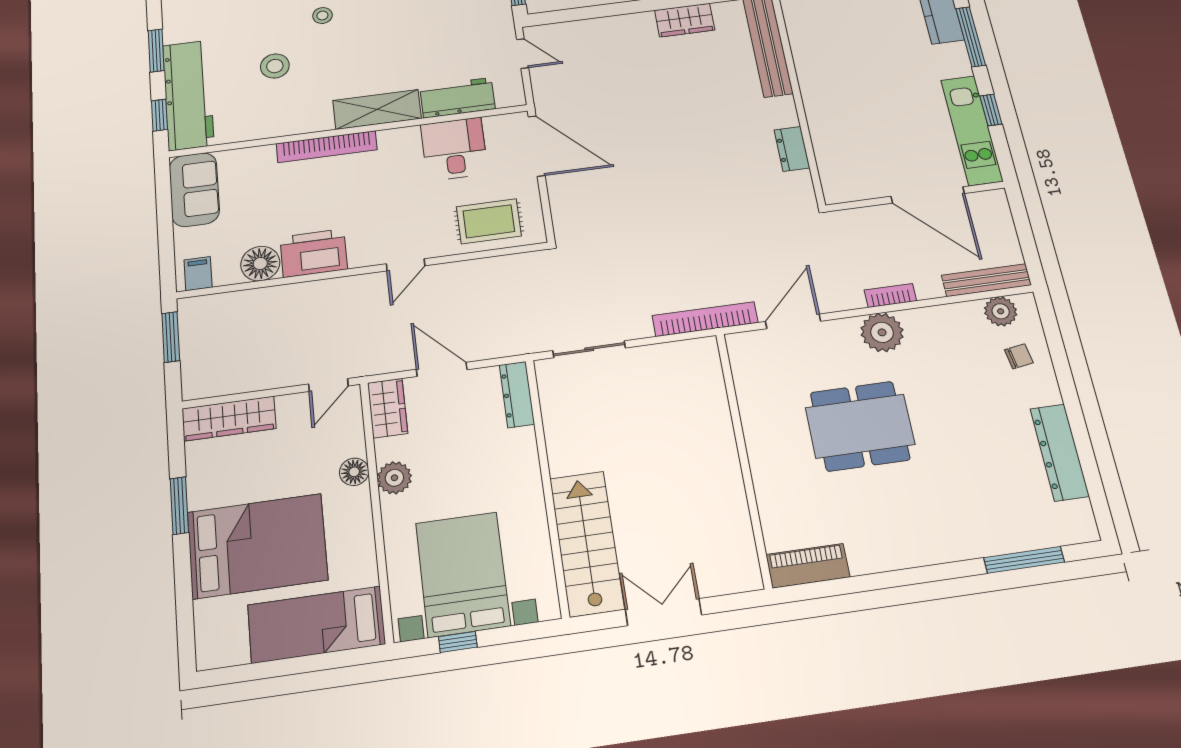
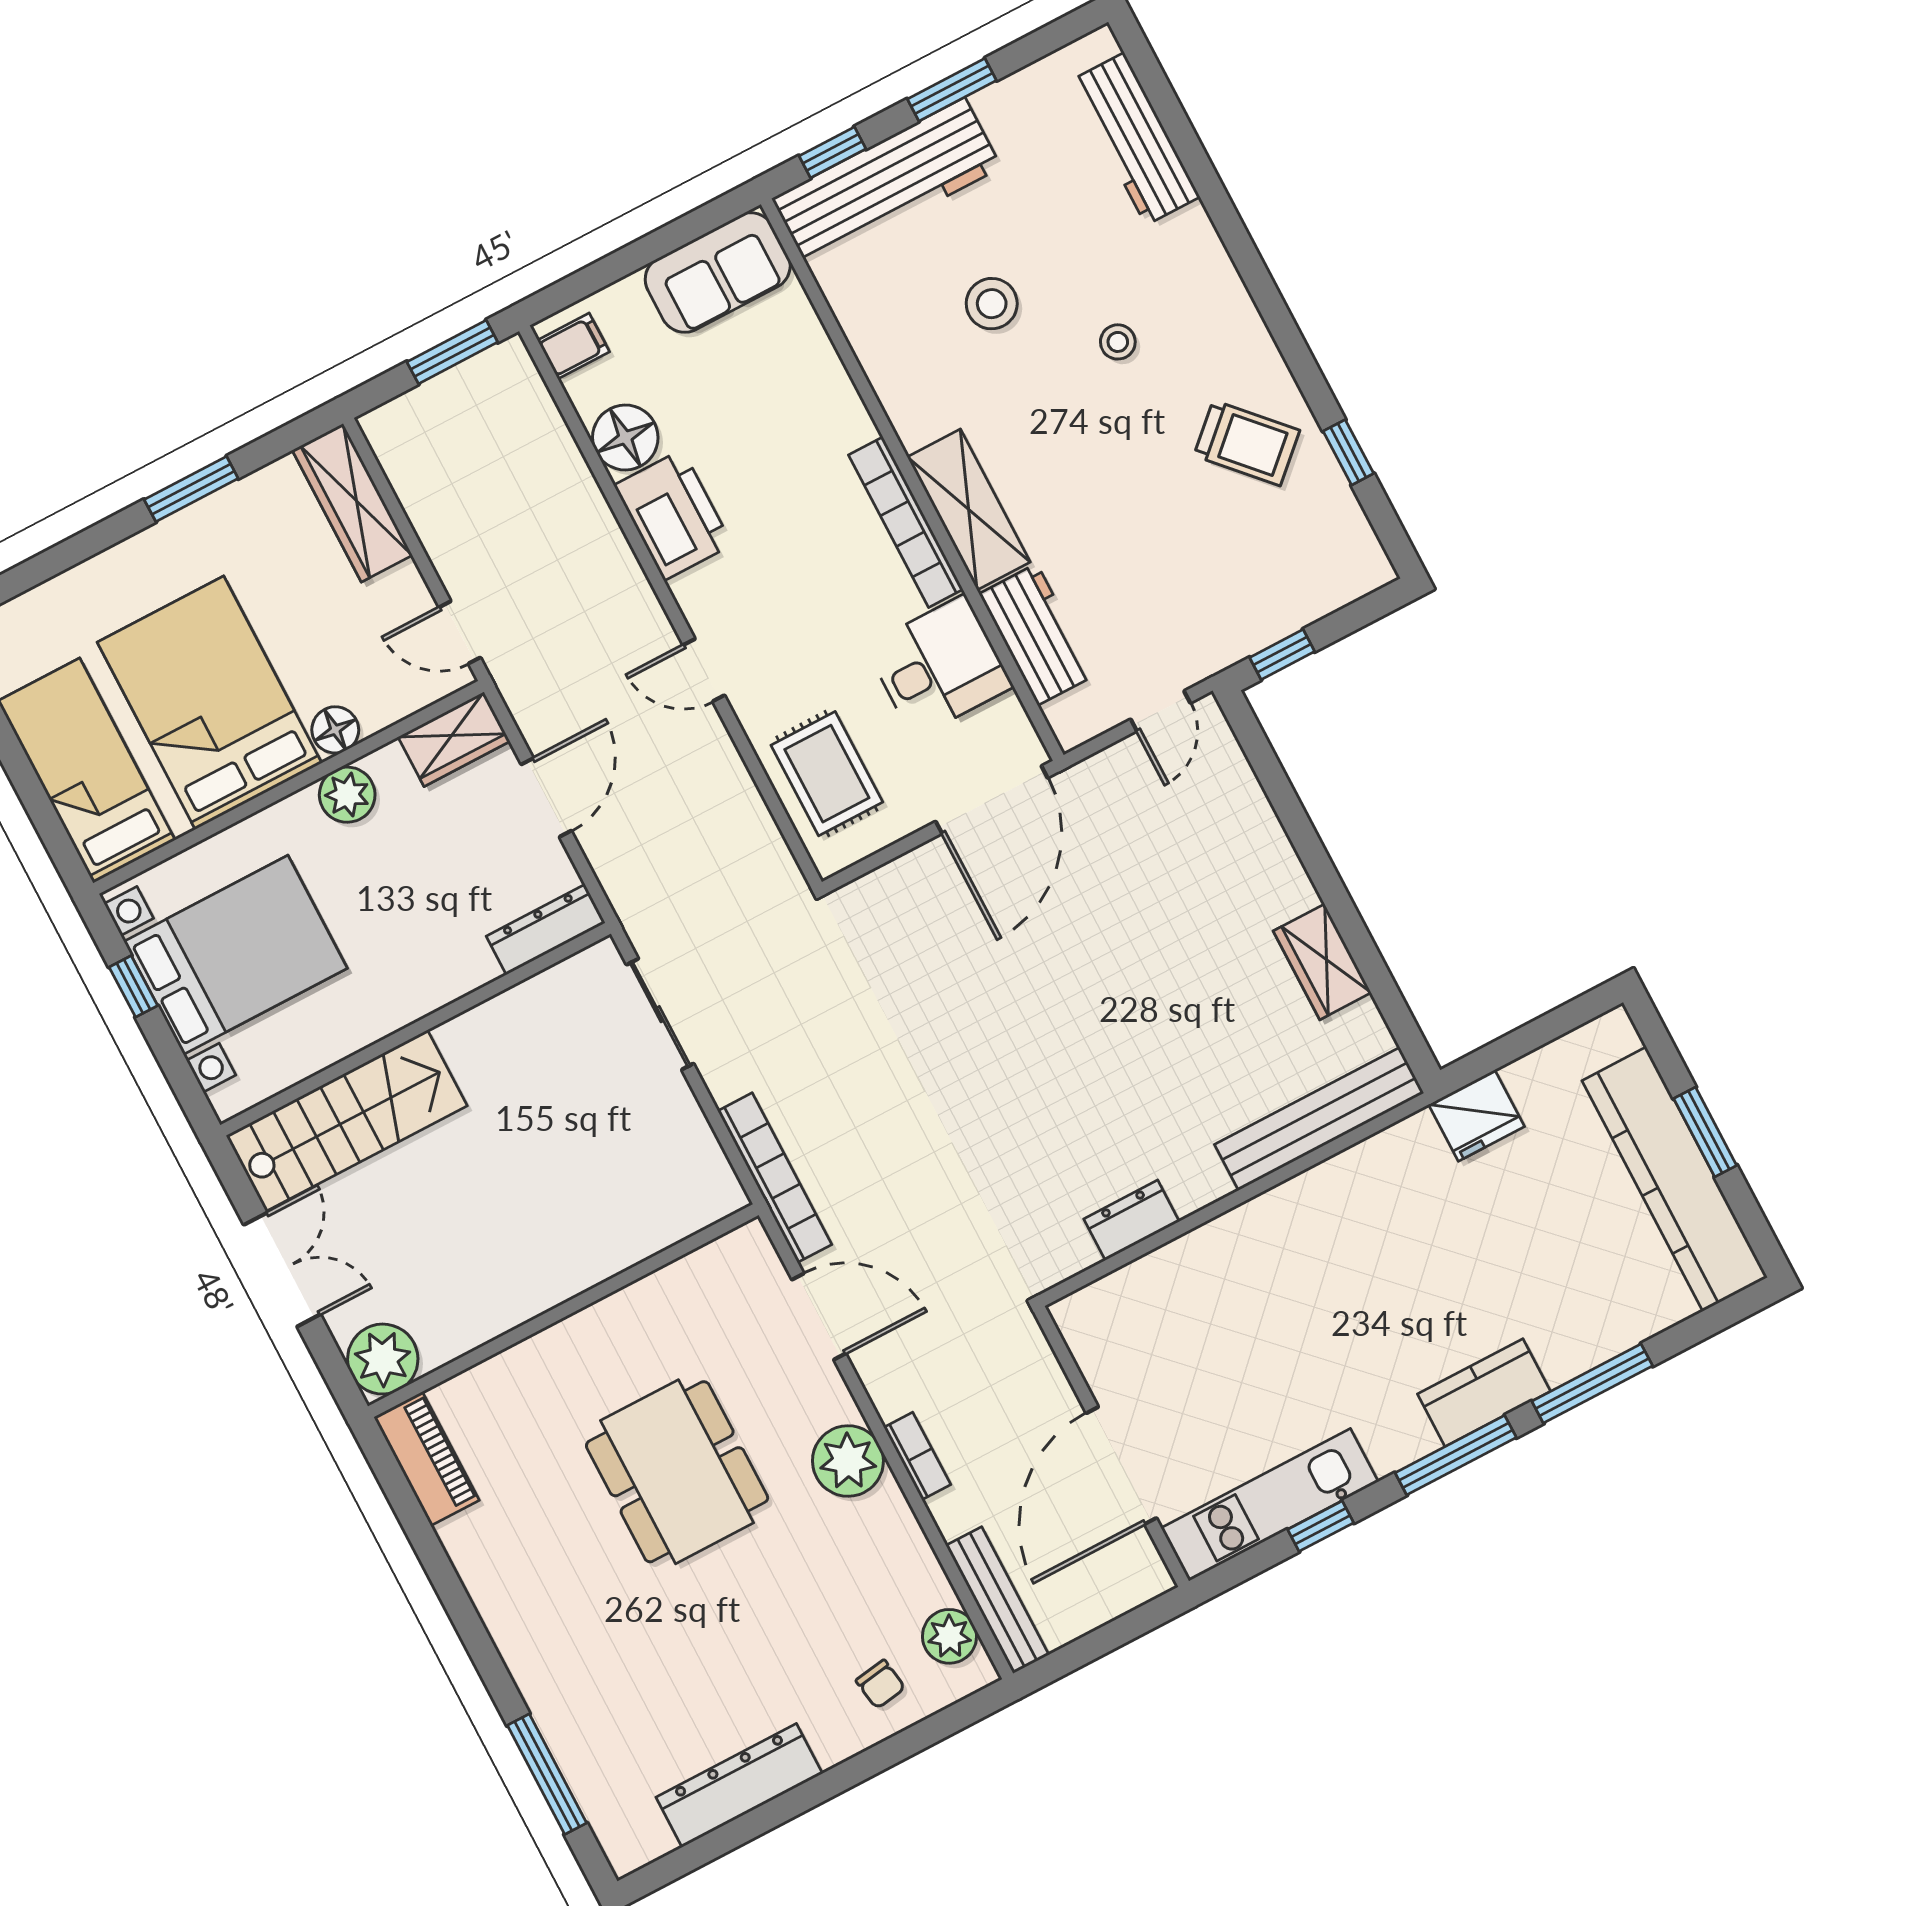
bookcase: (327, 147) -> (906, 522), moved
bed: (257, 546) -> (209, 703), moved, turned 180
plant: (738, 571) -> (383, 1359), added

